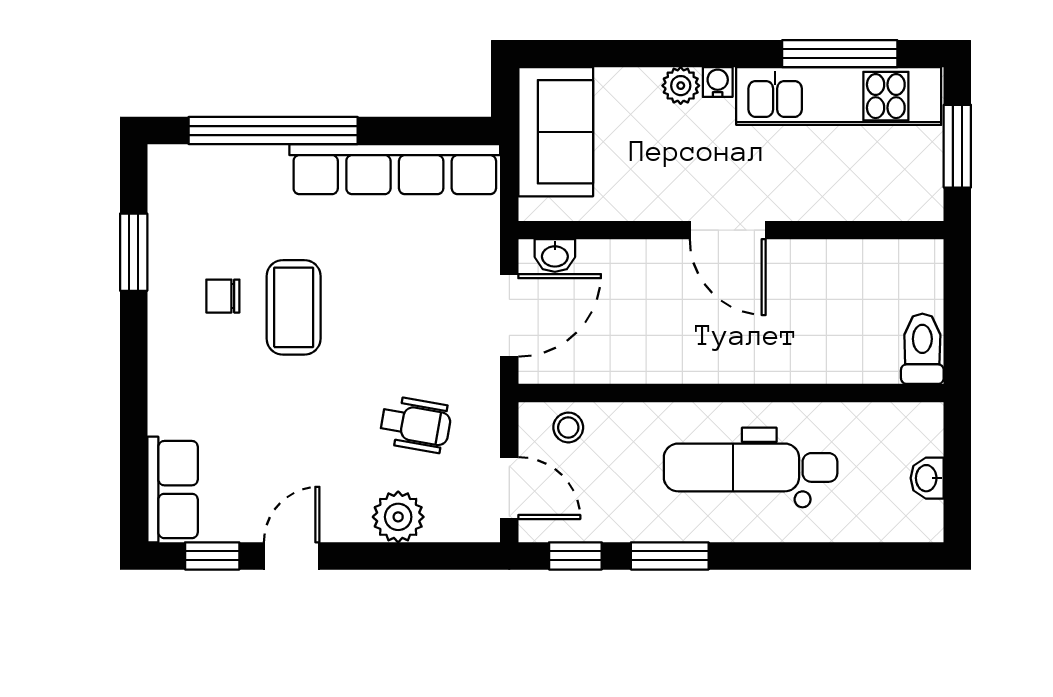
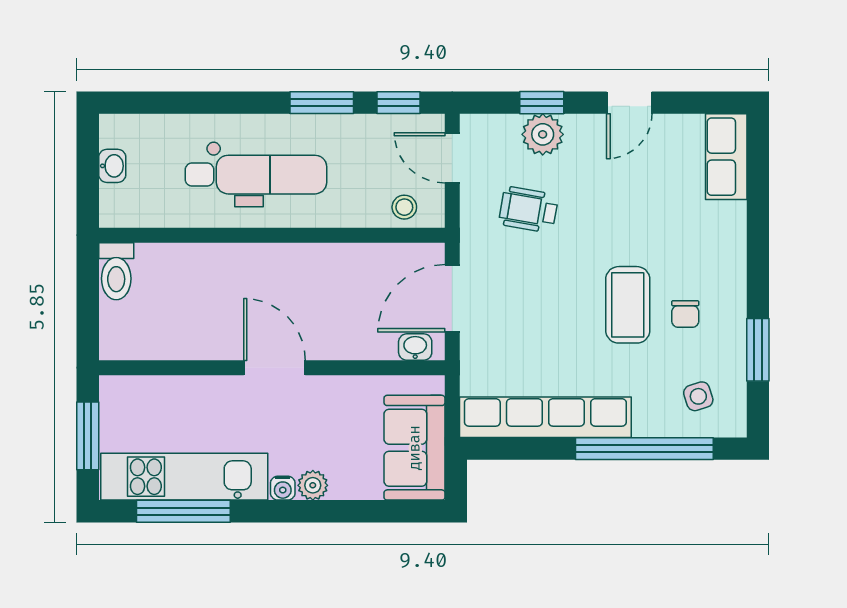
side table: (207, 195) -> (698, 396), added
chair: (223, 296) -> (685, 314), turned 90
window: (212, 556) -> (542, 103), moved

